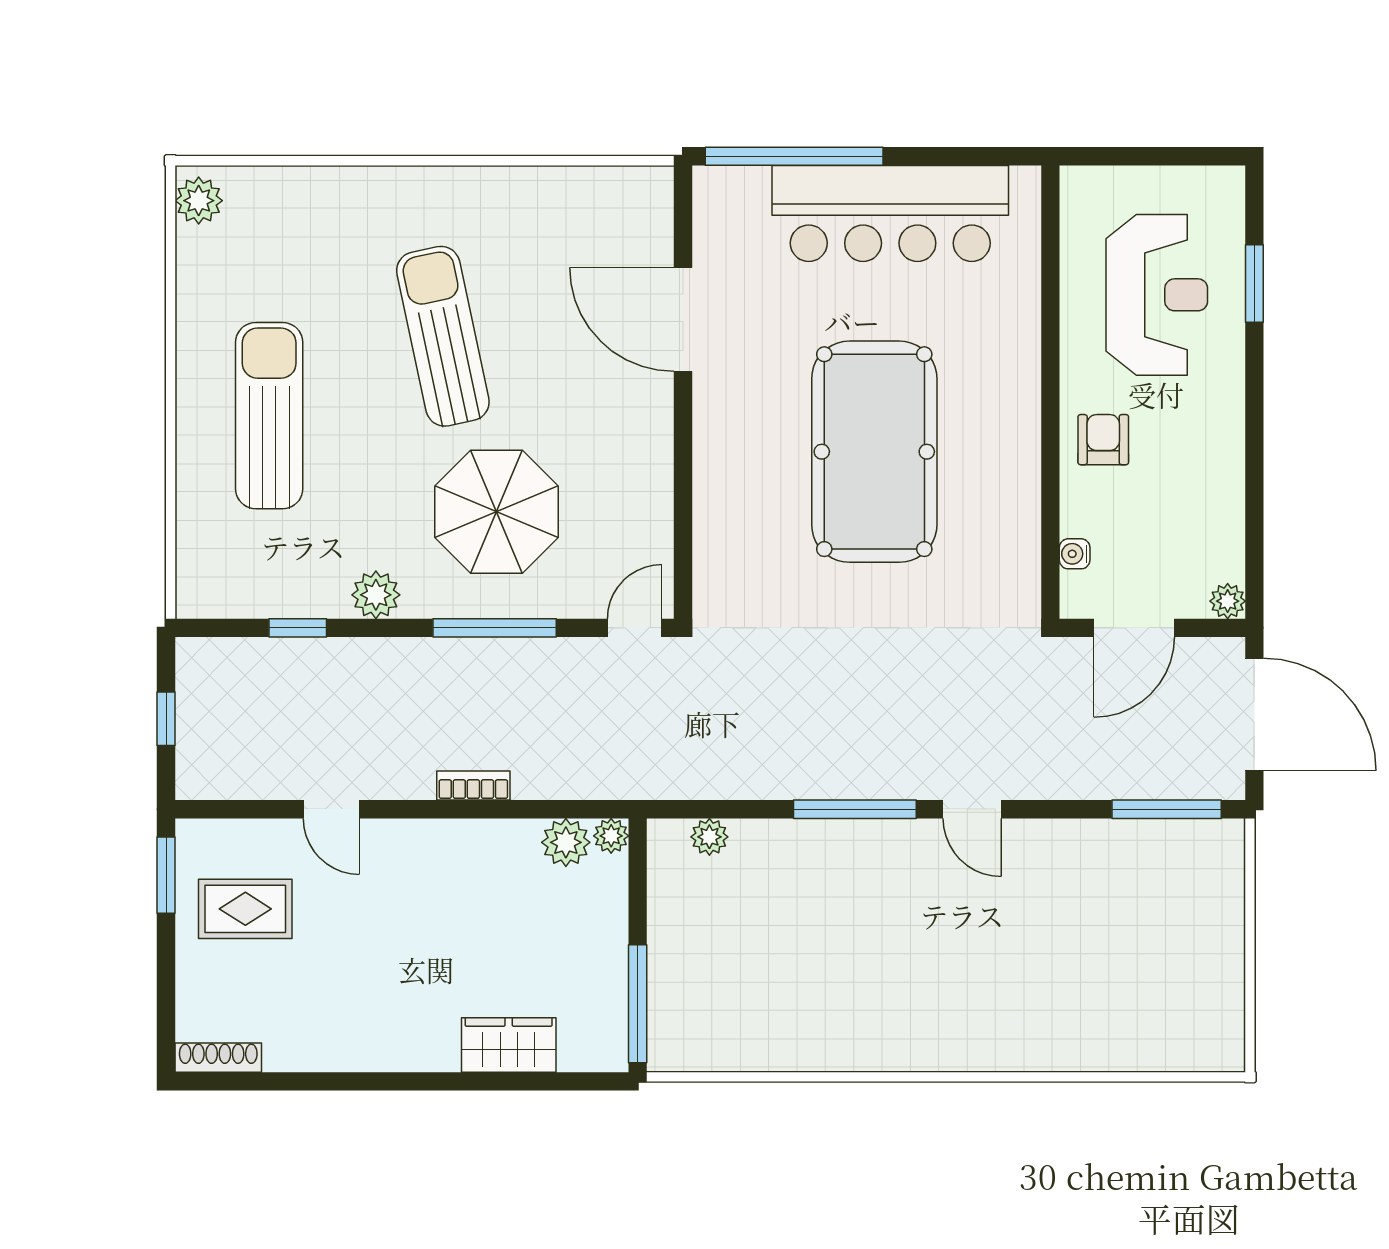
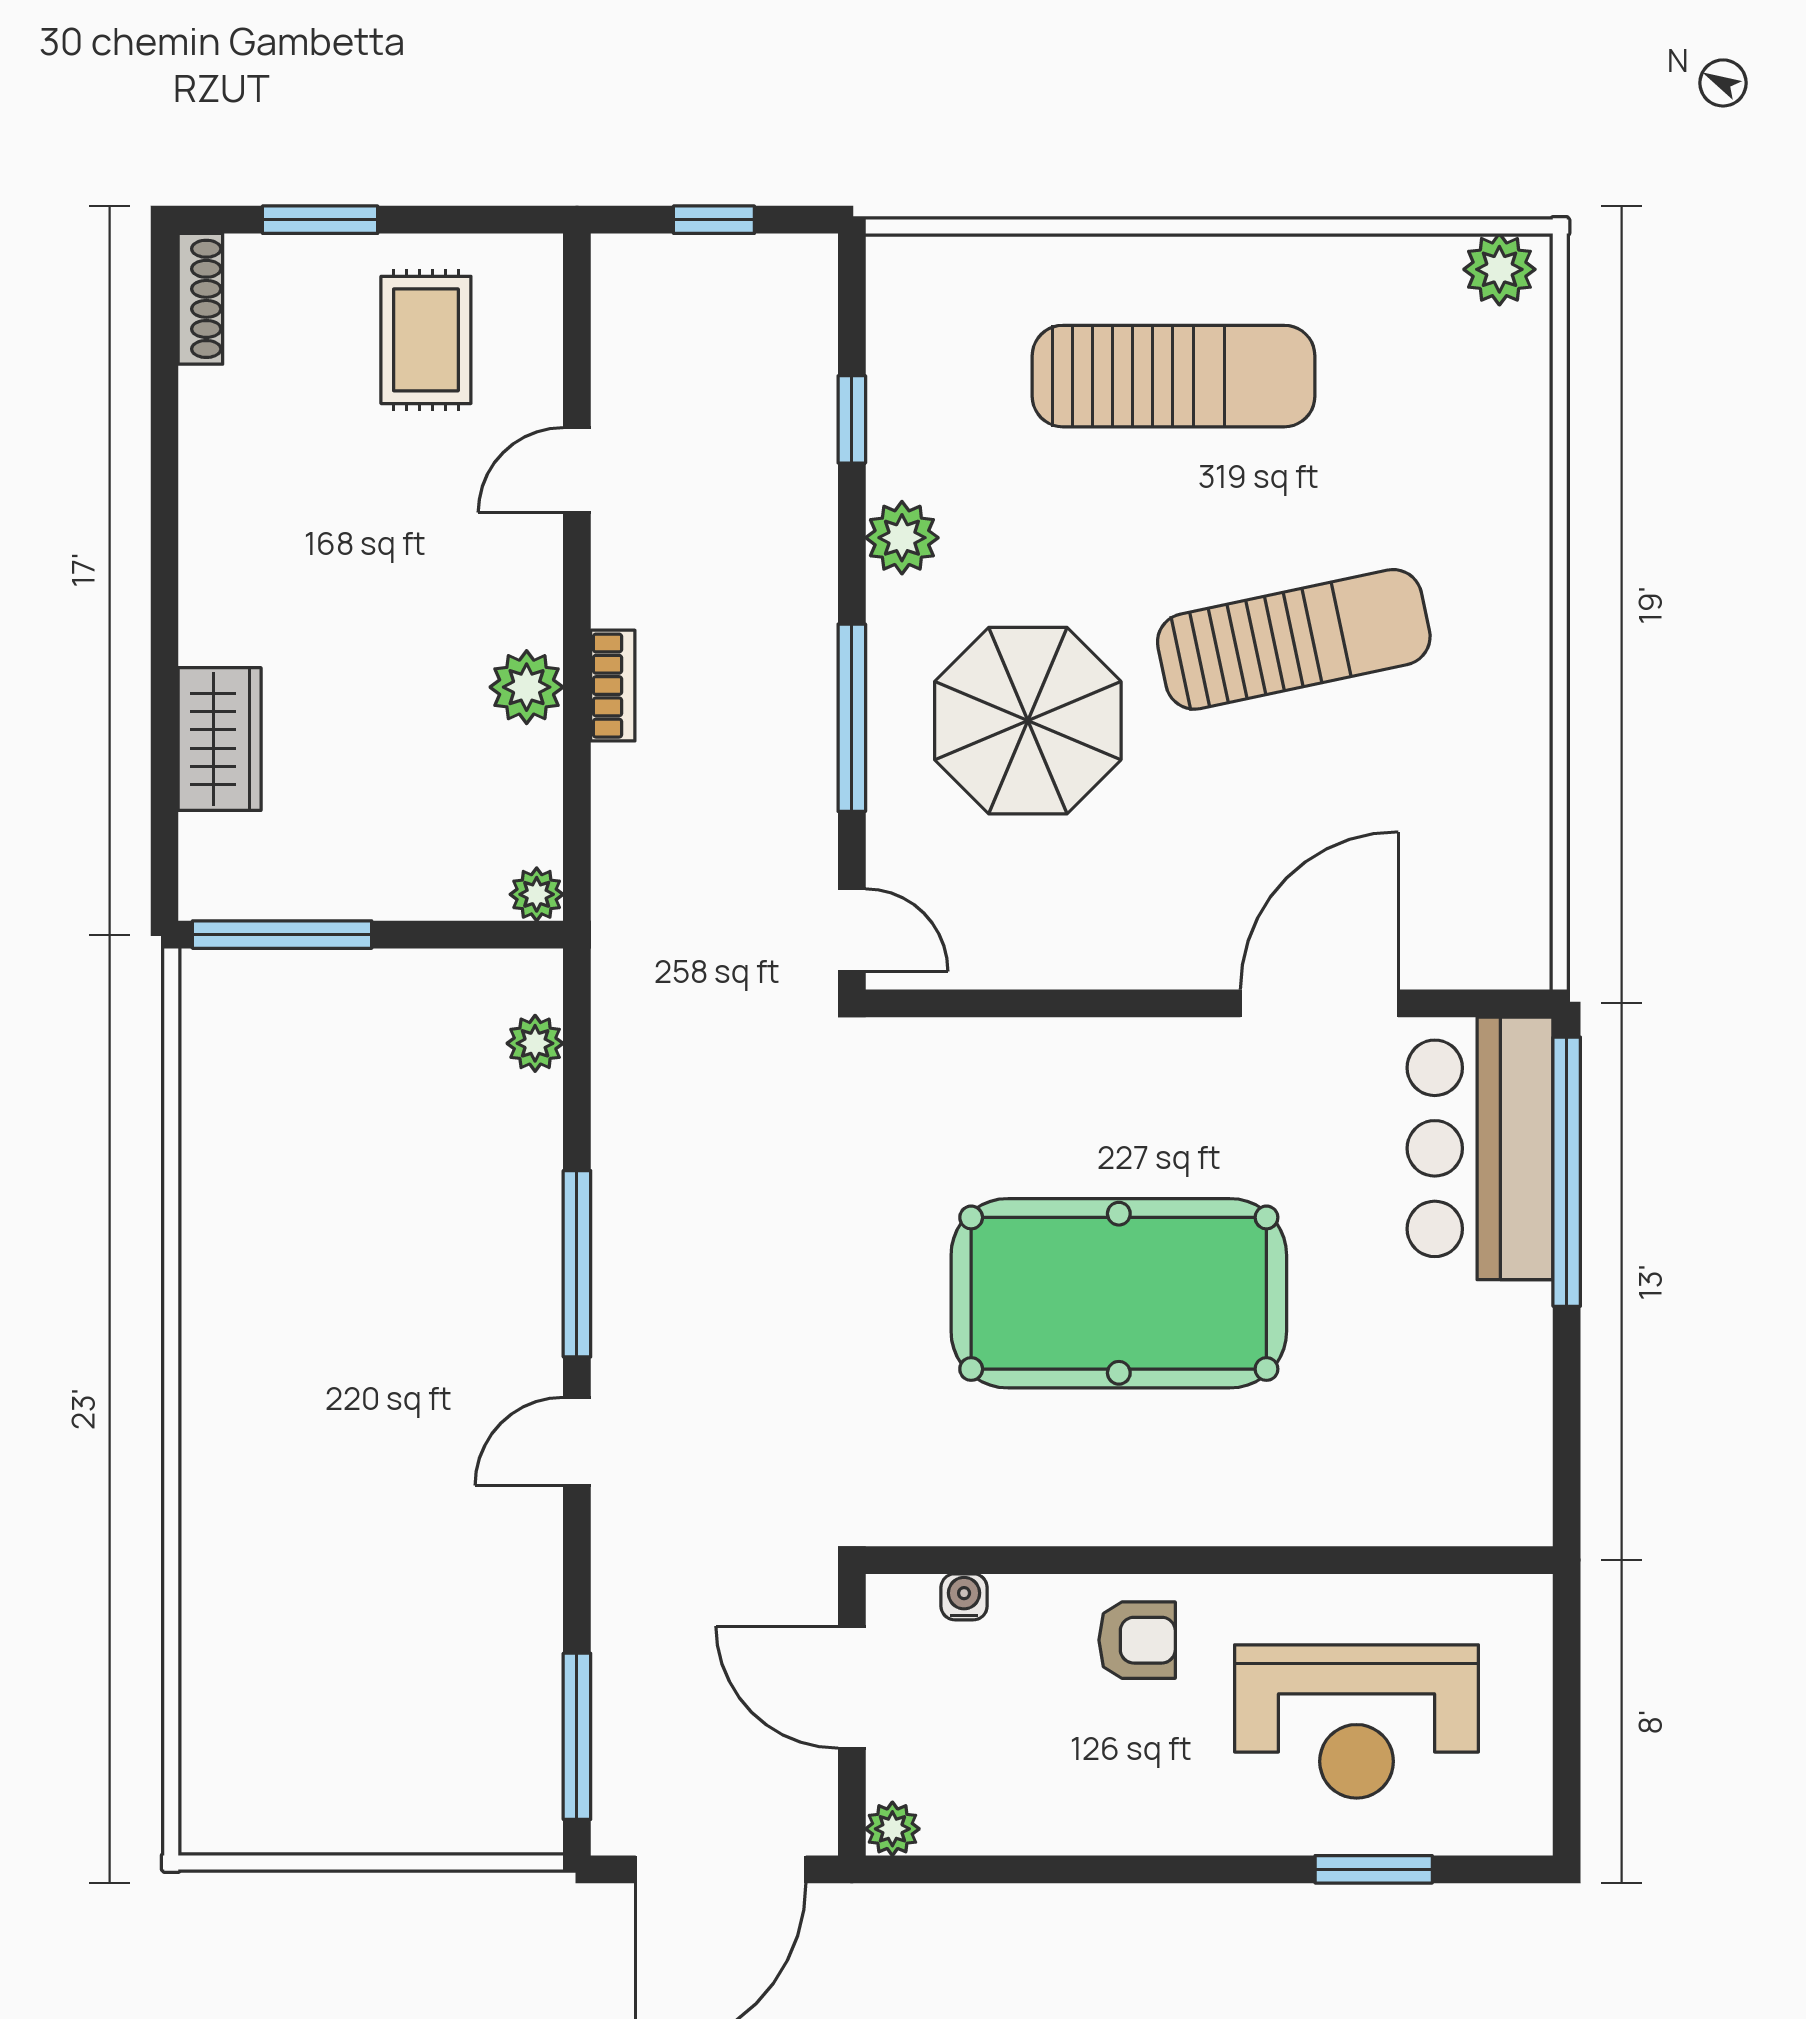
bar counter: (890, 213) -> (1480, 1148), moved, width x0.73
plant: (566, 842) -> (527, 687), moved
window: (166, 875) -> (320, 220), moved

